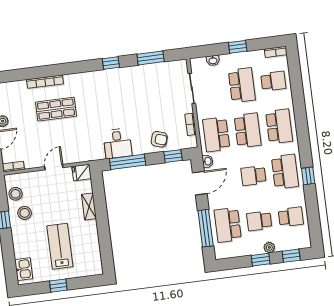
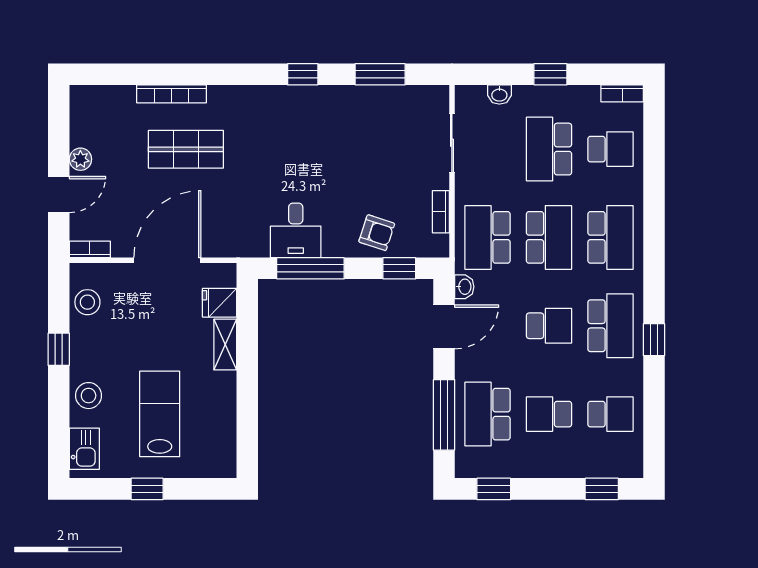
school desk: (242, 85) -> (549, 149), turned 180
door: (54, 167) -> (167, 260), width x1.88
fridge: (82, 172) -> (220, 303), moved
school desk: (253, 176) -> (549, 326), turned 180
stool: (25, 213) -> (89, 396), moved
plant: (269, 247) -> (562, 468), removed
window: (261, 260) -> (494, 489), moved

